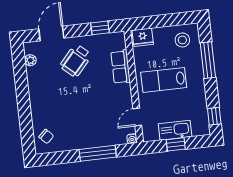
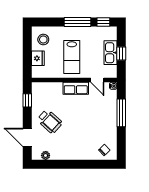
fridge: (143, 37) -> (38, 58), moved
window: (208, 60) -> (78, 22), moved
row of seats: (121, 67) -> (76, 88), moved

